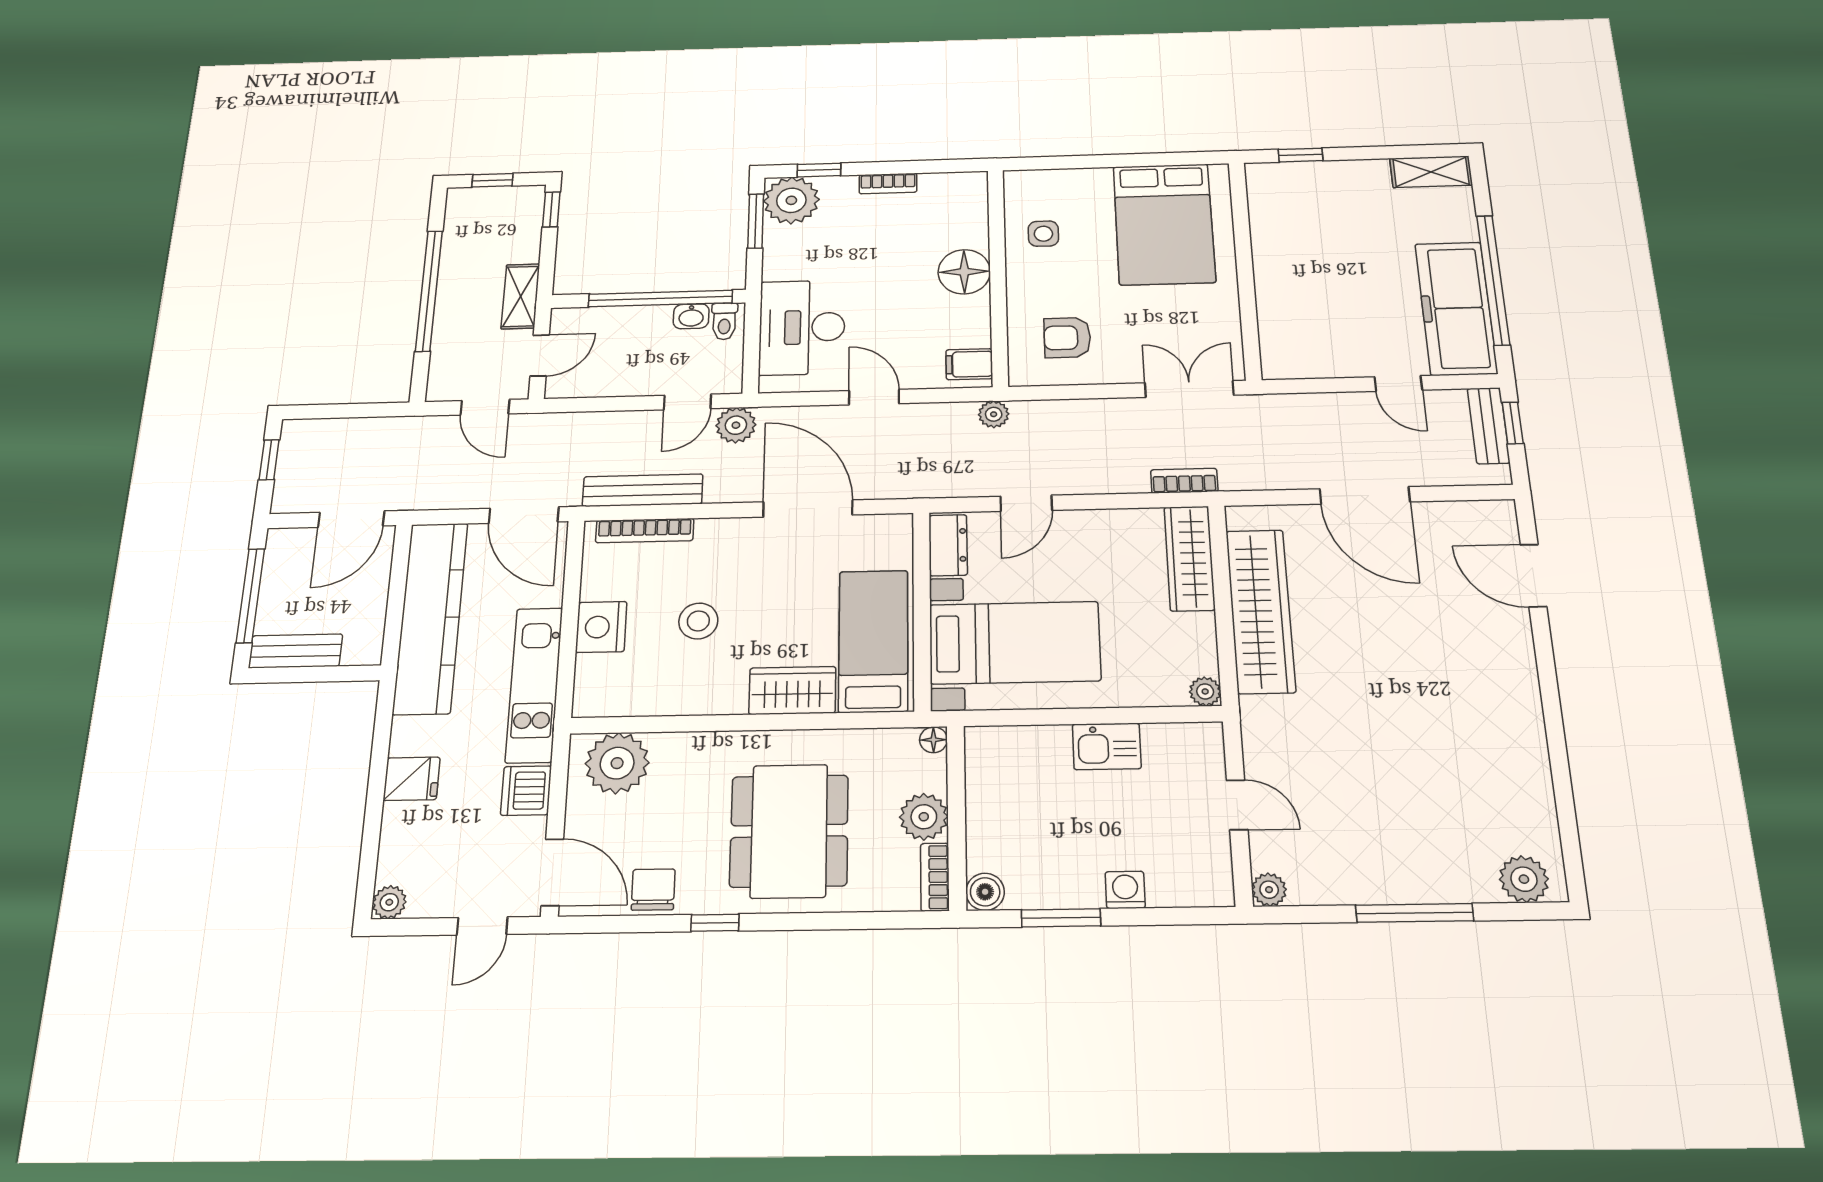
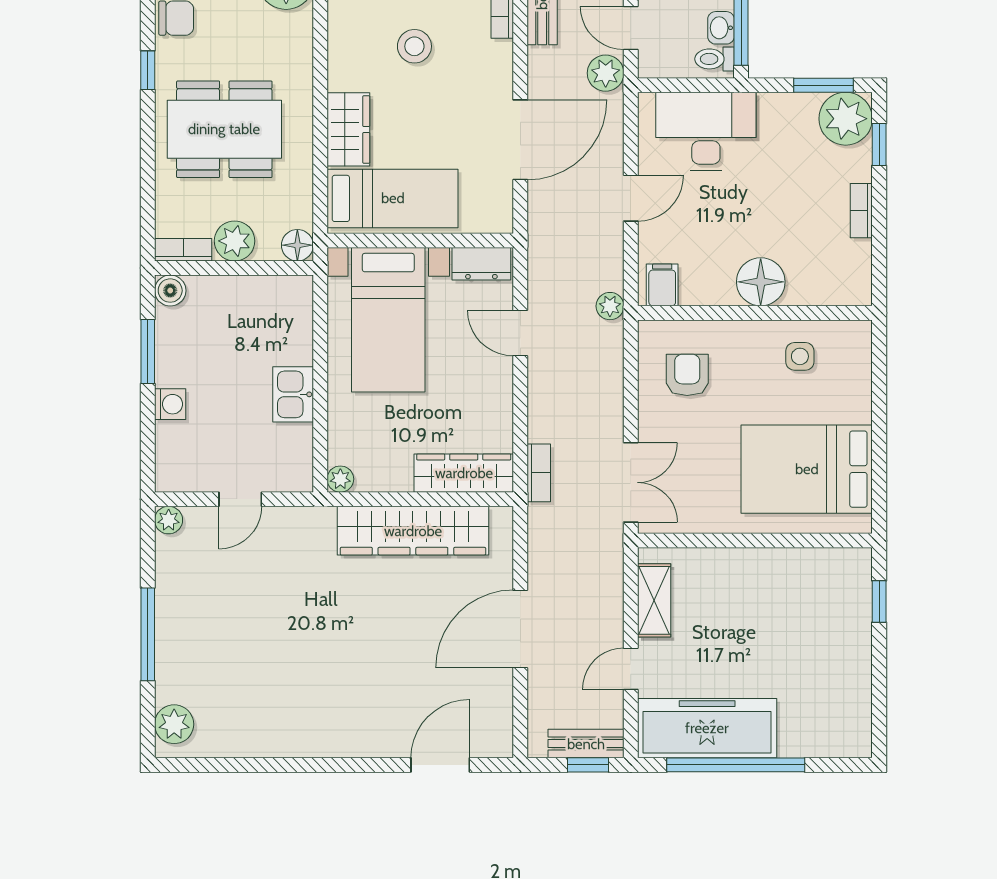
shelving: (1431, 172) -> (654, 600), moved
floor lamp: (933, 740) -> (297, 245), width x1.37, depth x1.37

